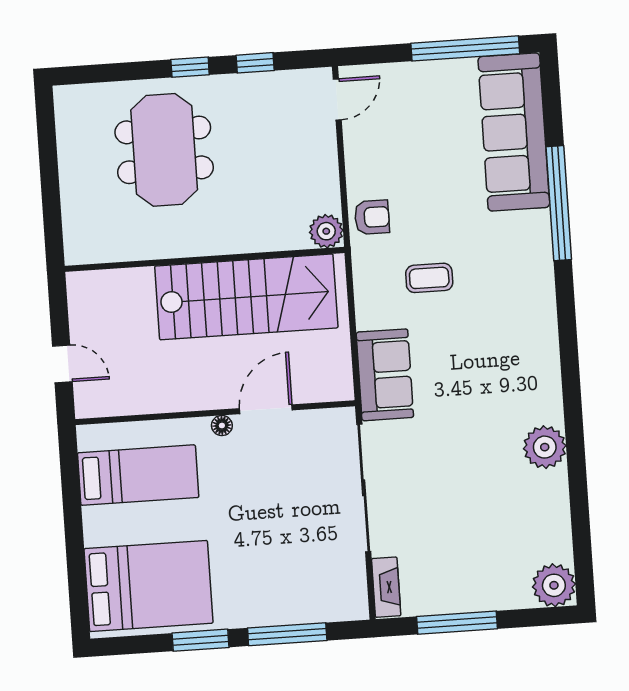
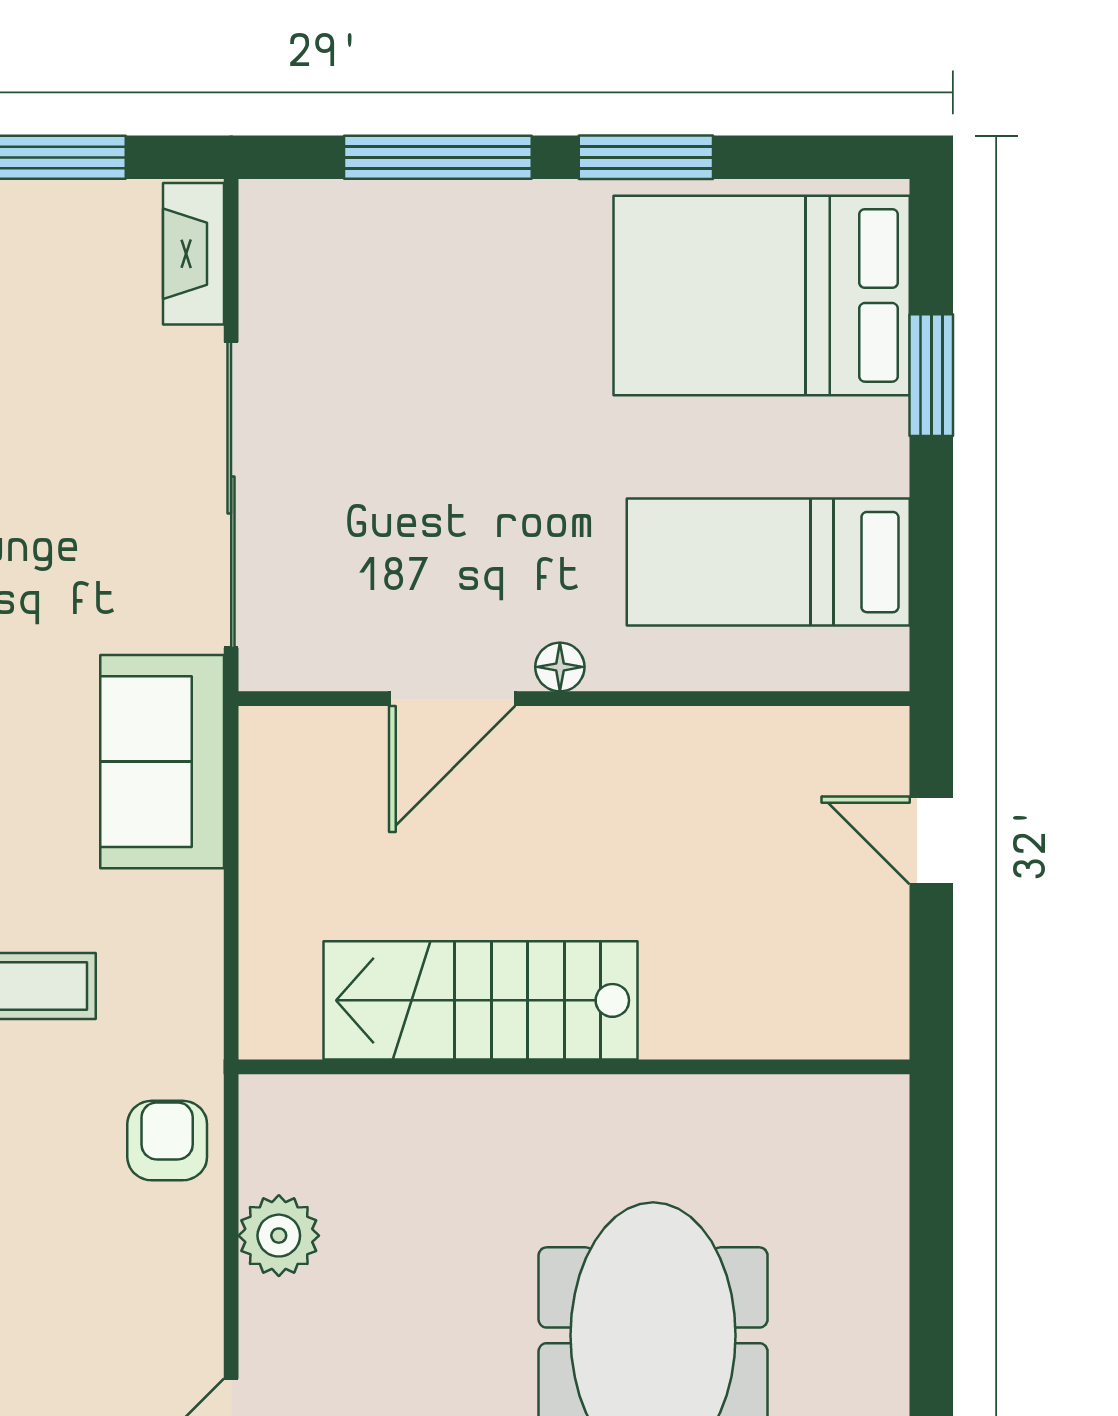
armchair: (372, 217) -> (167, 1141), turned 90
plant: (326, 231) -> (279, 1236), moved
stairs: (246, 297) -> (481, 1000), width x0.73, depth x0.66
window: (76, 558) -> (931, 375), added

